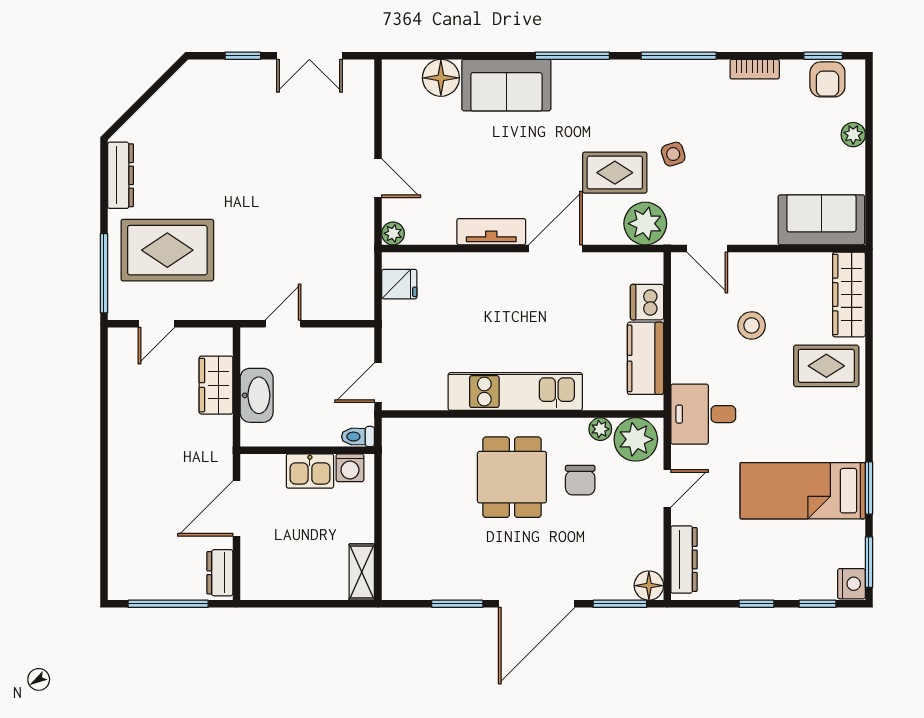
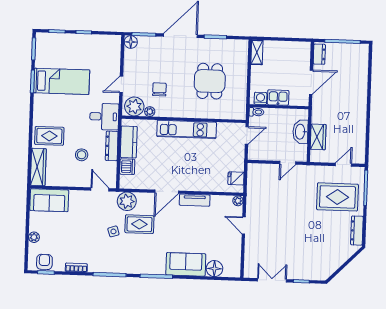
dining table: (512, 477) -> (210, 81), moved
dresser: (684, 559) -> (112, 146), moved
nightstand: (851, 584) -> (42, 40), removed

